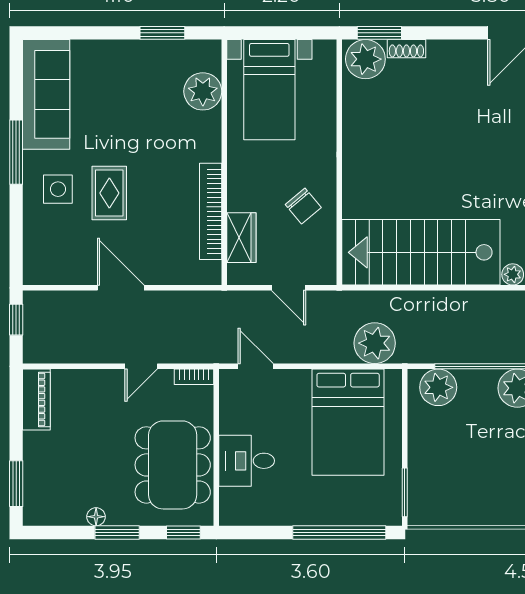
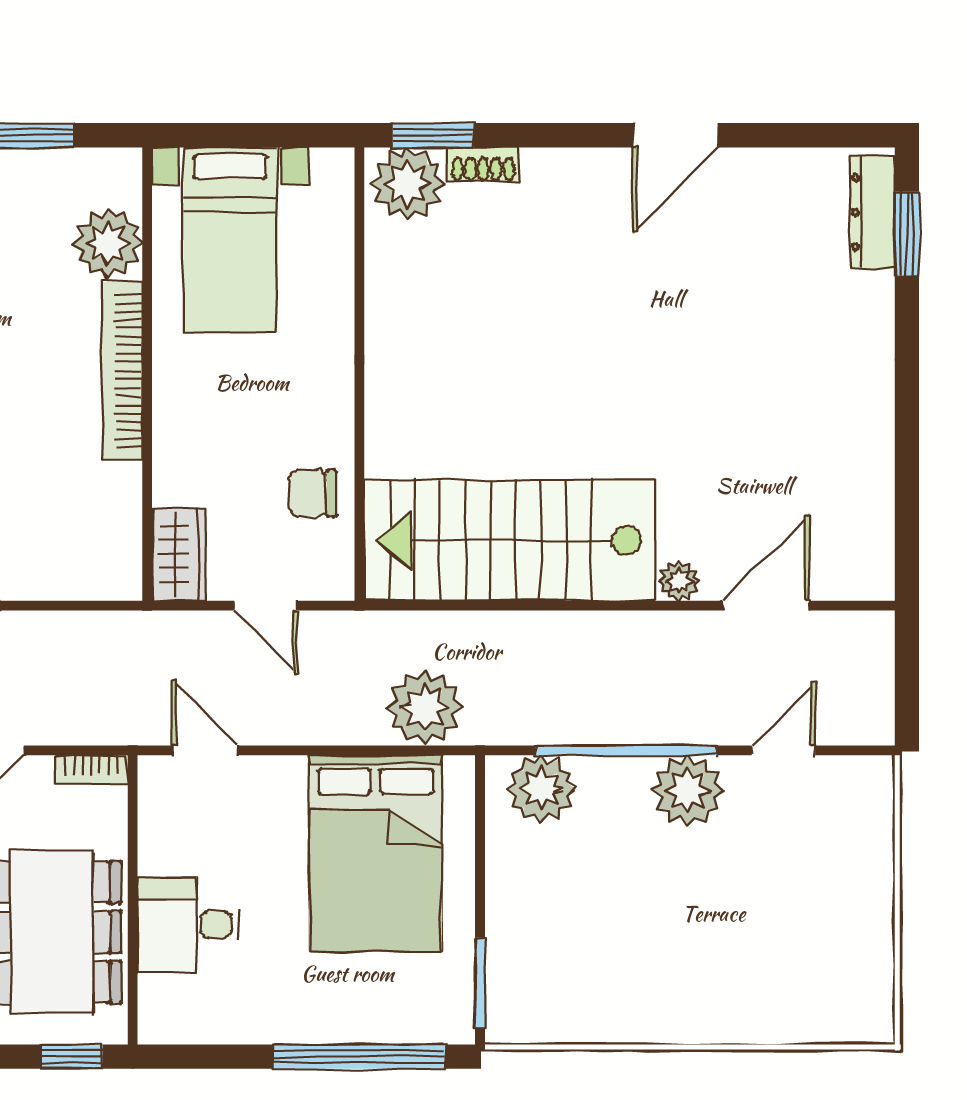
chair: (303, 206) -> (313, 493), moved, turned 130
bookcase: (211, 211) -> (122, 371), moved
wardrobe: (241, 238) -> (179, 555), moved

